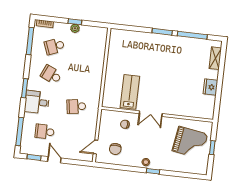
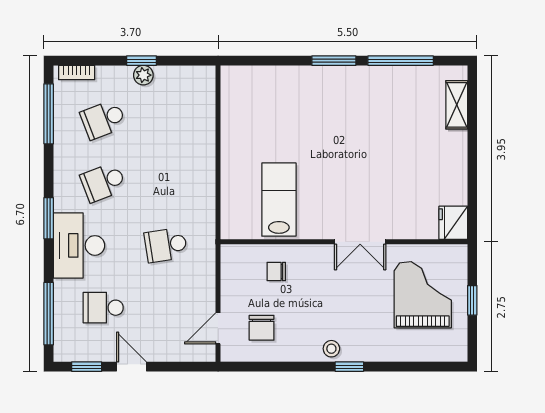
school desk: (51, 75) -> (103, 182), turned -45
fridge: (210, 87) -> (453, 223), moved
desk: (37, 102) -> (79, 245), width x1.37
double door: (151, 114) -> (360, 242), moved
grand piano: (190, 142) -> (423, 295), turned -99

